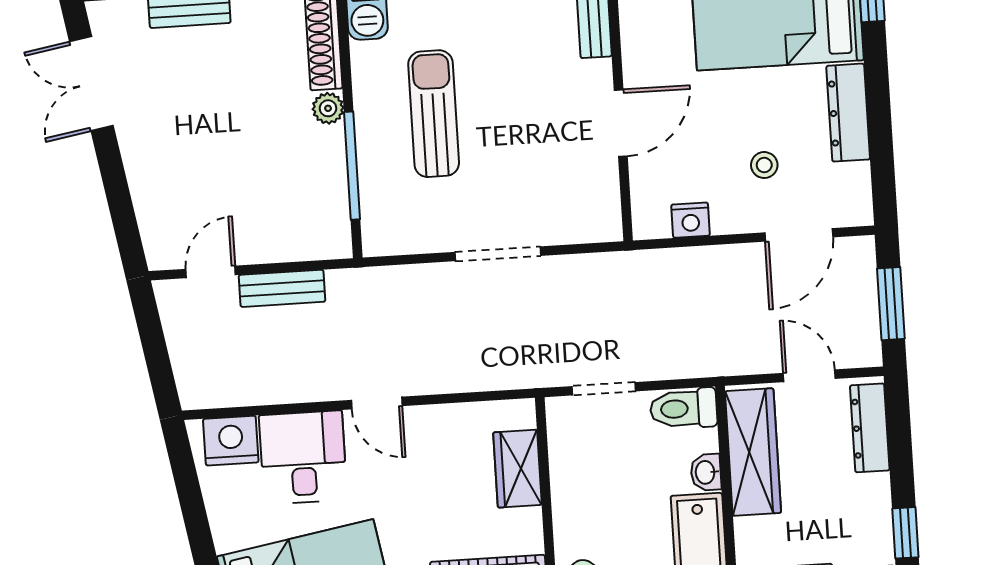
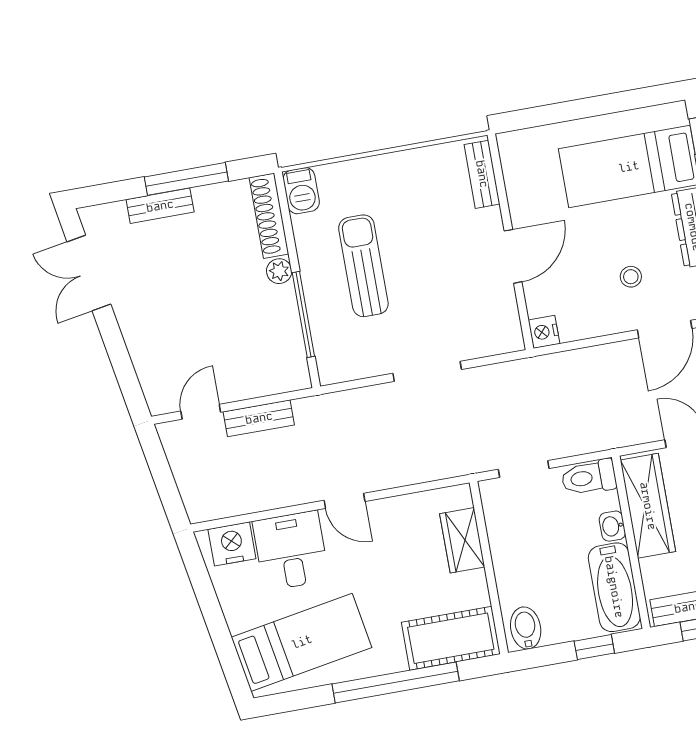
nightstand: (691, 220) -> (544, 332), moved, turned 90

